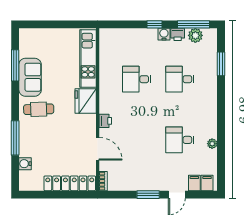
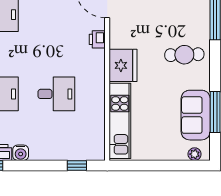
window: (154, 24) -> (77, 165), moved
plant: (31, 33) -> (195, 154), added
sofa: (30, 77) -> (196, 115), moved

